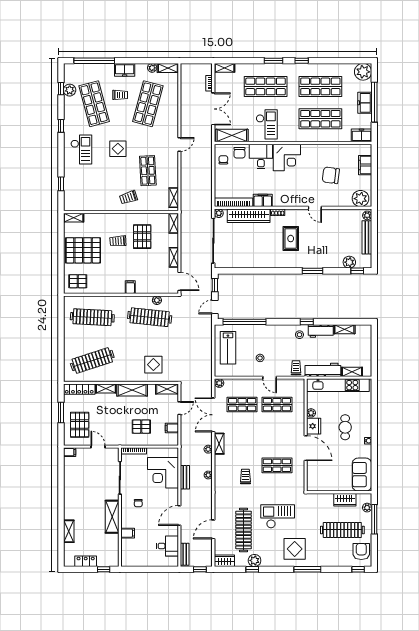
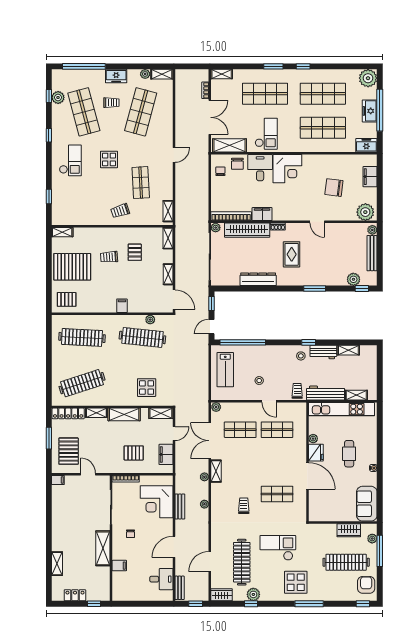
pallet: (142, 237) -> (135, 252), width x0.67, depth x0.71
dresser: (259, 262) -> (258, 279), added
filing cabinet: (172, 428) -> (166, 454), width x2.00

